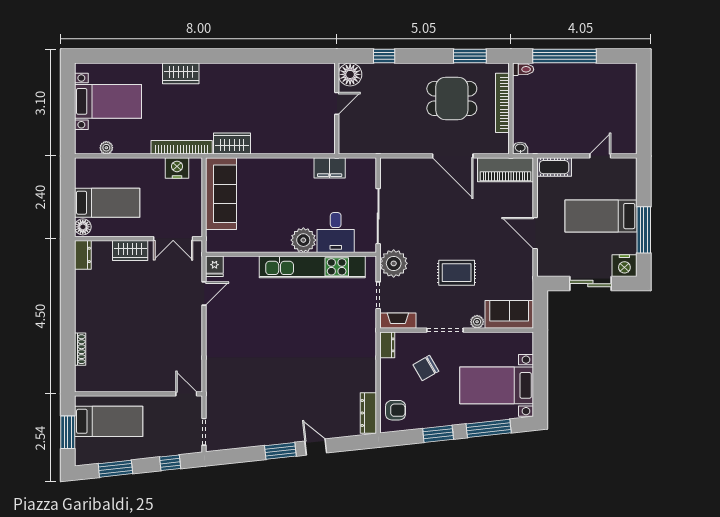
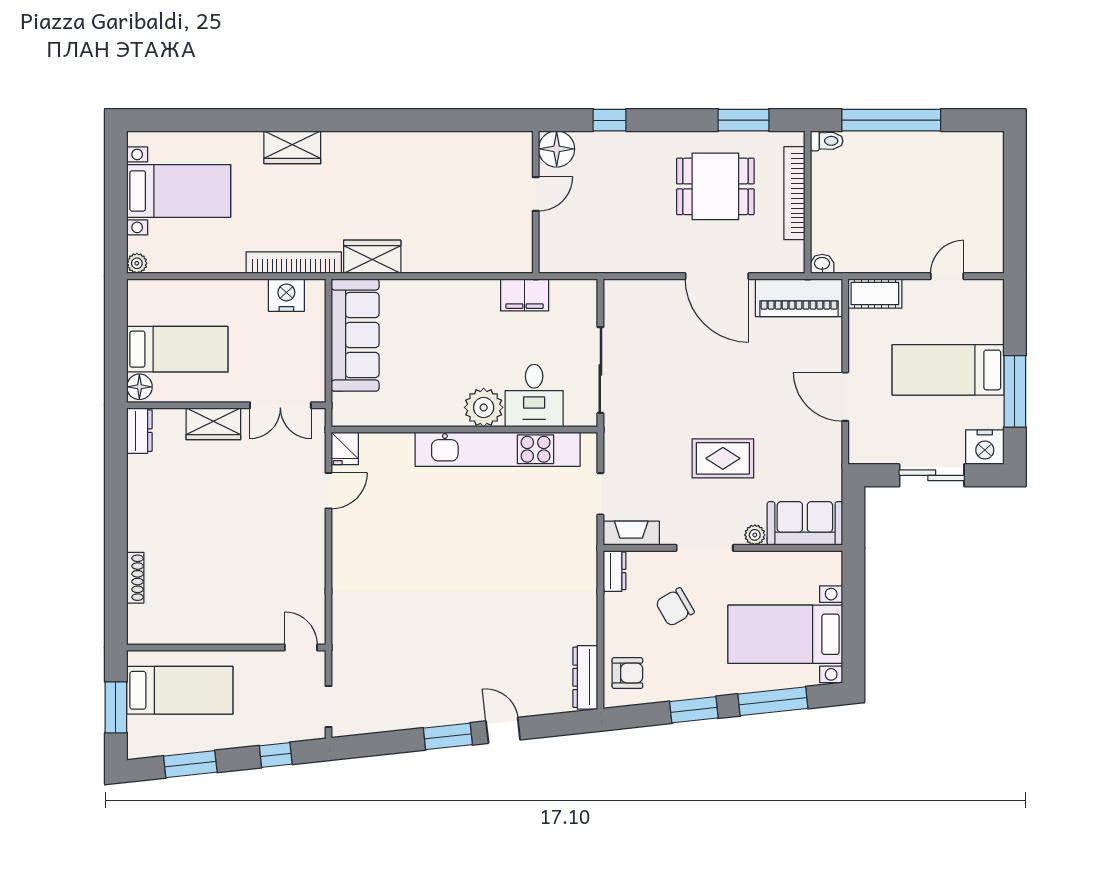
plant: (106, 148) -> (137, 263), moved
plant: (394, 263) -> (625, 444), removed

